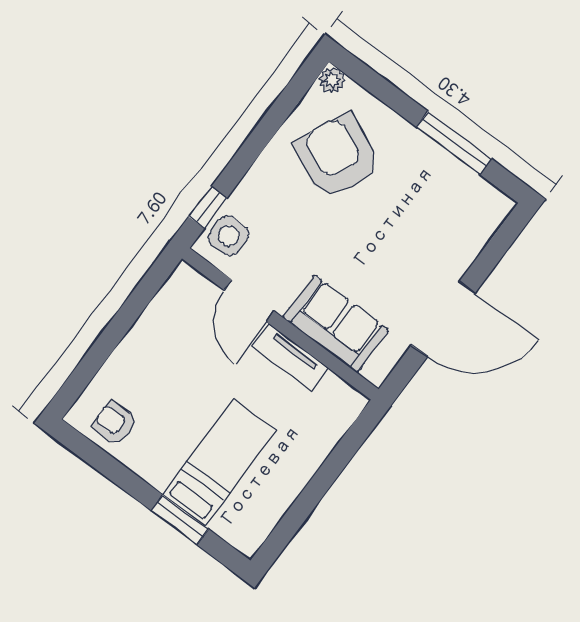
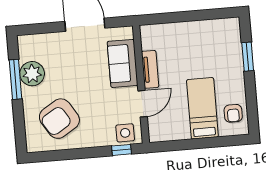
plant: (332, 80) -> (32, 74), moved, width x1.87, depth x1.87
armchair: (337, 156) -> (59, 119), turned 33
bed: (219, 463) -> (202, 108), moved, turned 90

